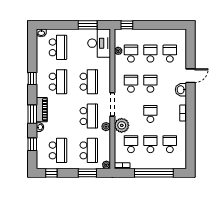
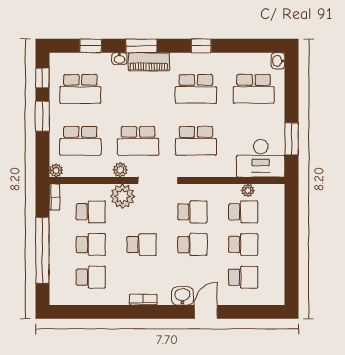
window: (127, 25) -> (292, 205), removed
door: (190, 76) -> (206, 312), swing flipped
window: (87, 173) -> (42, 116), moved

